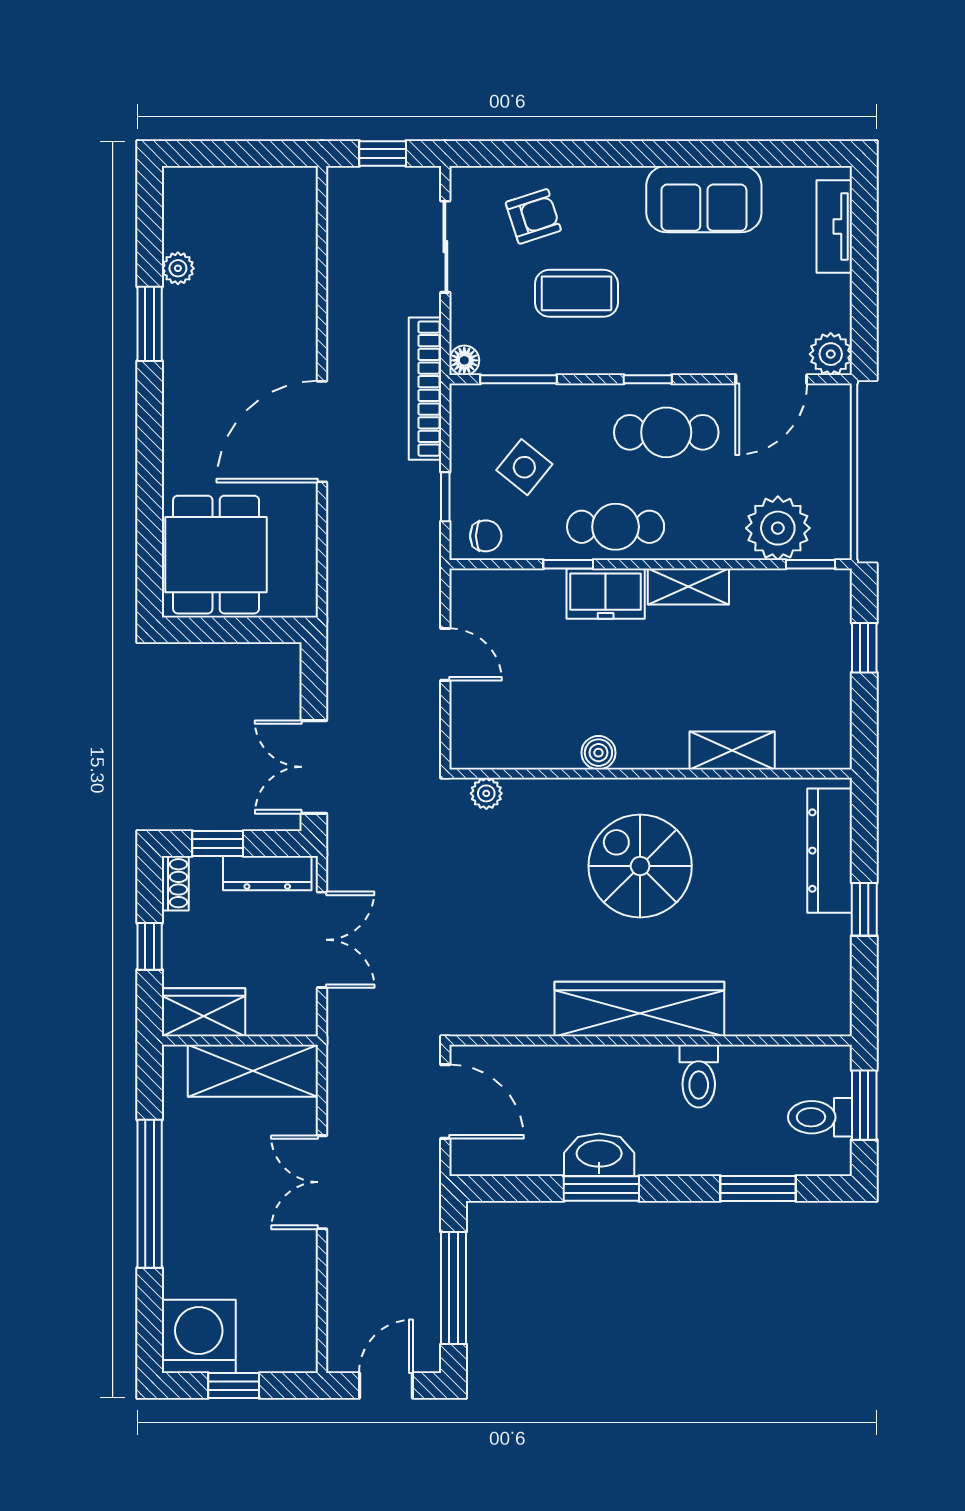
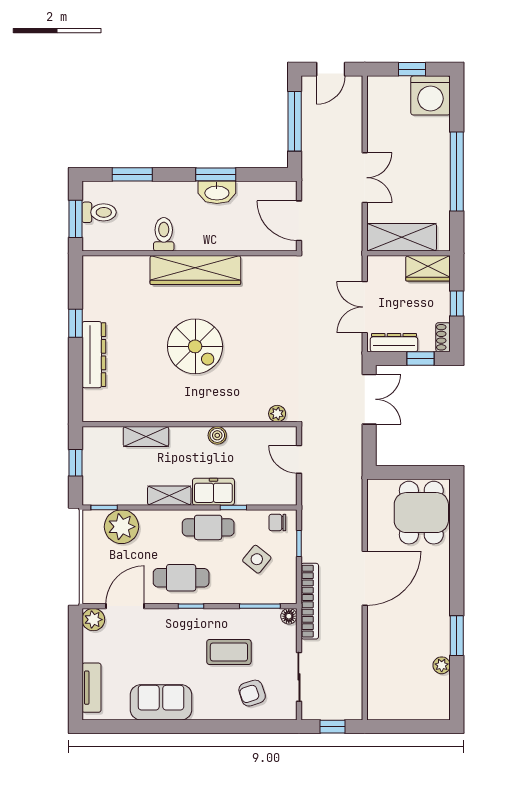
shelving: (732, 750) -> (146, 437), moved
boiler: (598, 753) -> (217, 435), moved
wall: (651, 774) -> (189, 424), moved
plant: (486, 793) -> (277, 414), moved

